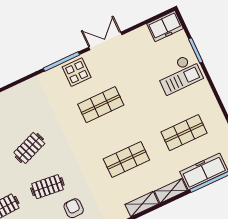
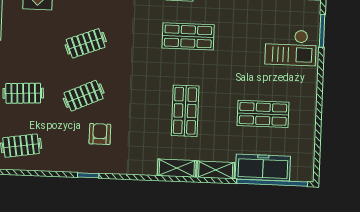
shop shelf: (126, 159) -> (185, 111), turned 90
clothes rail: (47, 187) -> (84, 96), turned -30

